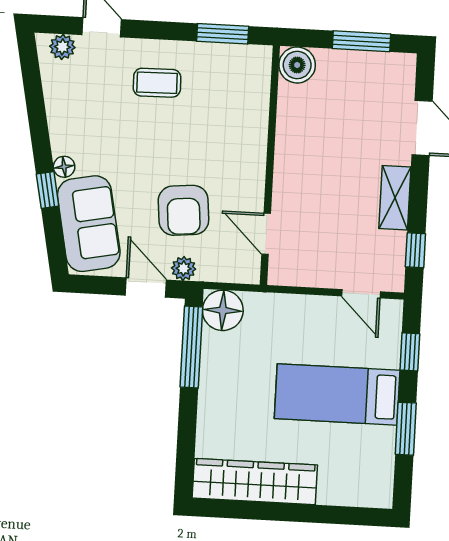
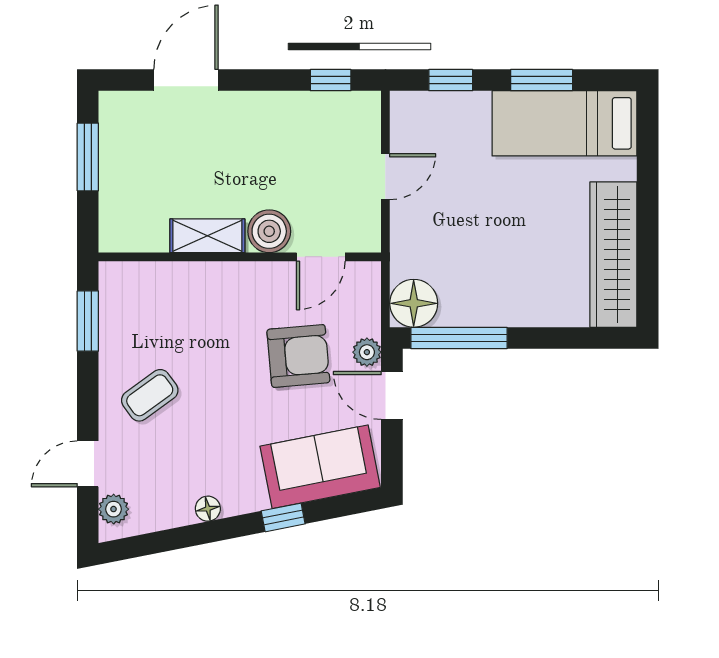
boiler: (297, 65) -> (269, 231), moved
coffee table: (157, 83) -> (150, 395), turned 55
floor lamp: (64, 167) -> (208, 509), moved
shelving: (395, 198) -> (207, 236), moved
door: (146, 288) -> (392, 395), hinge flipped
door: (361, 294) -> (385, 177), moved
bed: (337, 394) -> (565, 123), moved, turned 90

